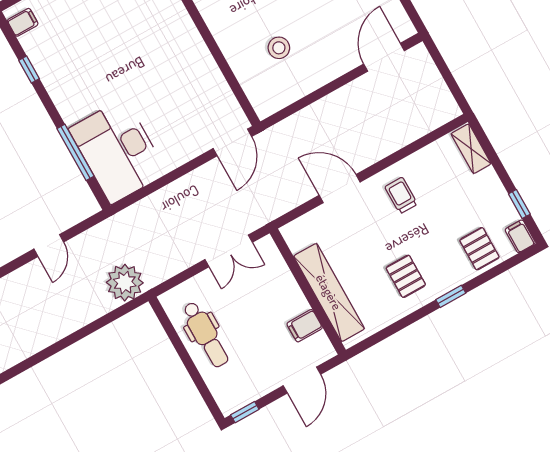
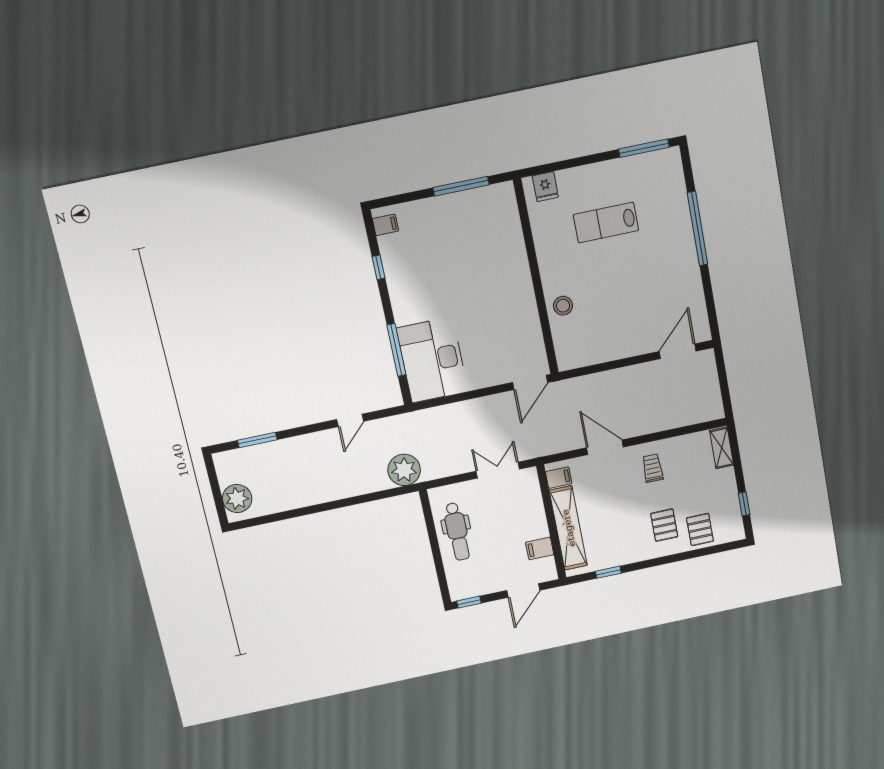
stool: (279, 48) -> (563, 306), moved
filing cabinet: (520, 236) -> (559, 478), moved, turned 90
double door: (229, 251) -> (498, 470), swing flipped
pallet: (406, 276) -> (664, 525), moved
window: (451, 296) -> (608, 572), moved

